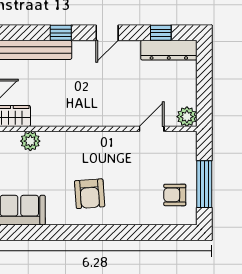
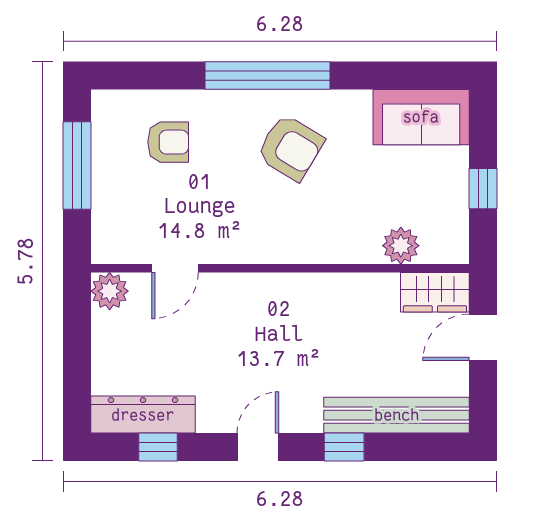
armchair: (90, 194) -> (290, 148), turned 125
armchair: (175, 195) -> (168, 142), moved
window: (102, 232) -> (267, 76), added

